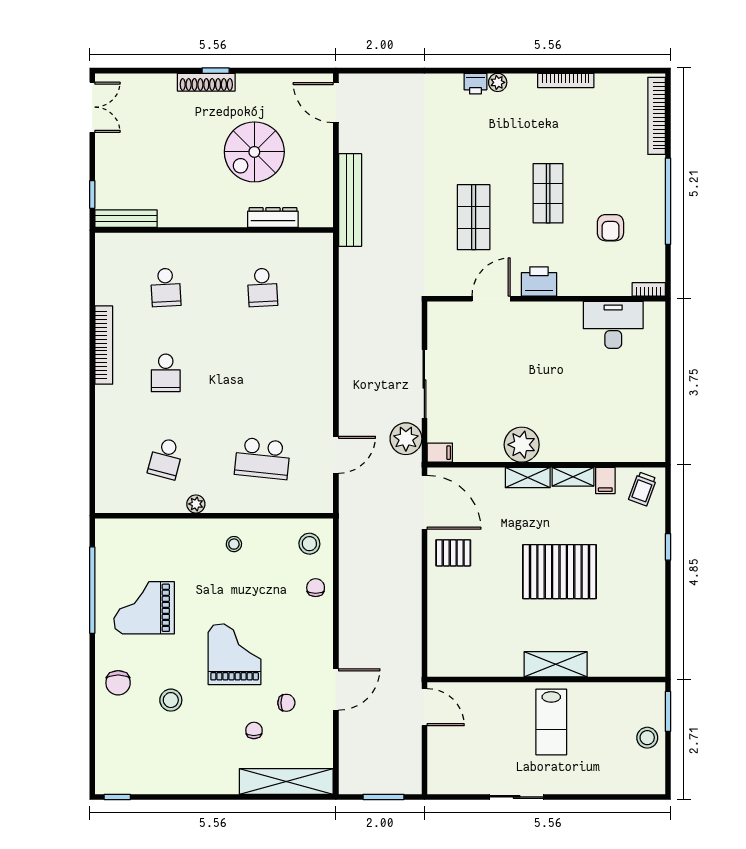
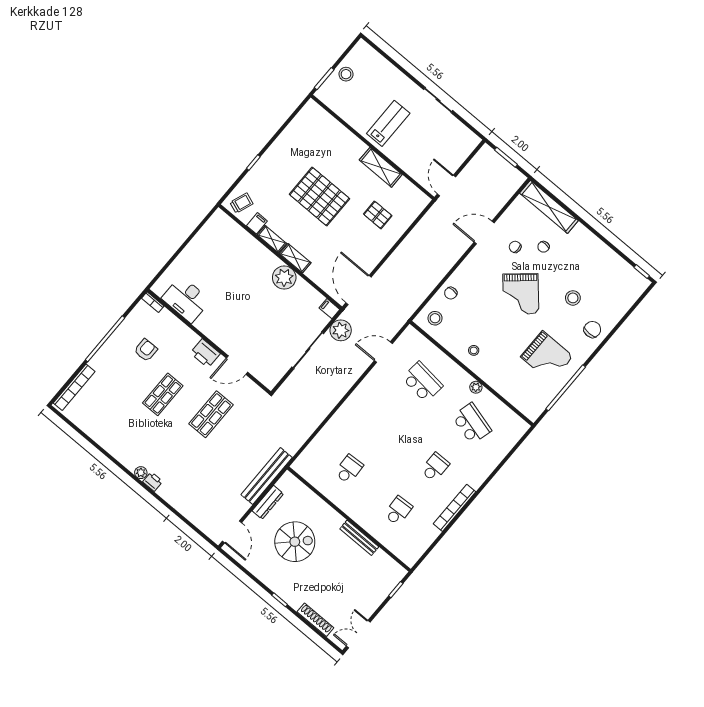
bookcase: (566, 80) -> (105, 444), removed
shoe rack: (206, 82) -> (315, 620), moved
dresser: (273, 218) -> (268, 502), moved, turned -90
bench: (126, 219) -> (359, 538), moved
school desk: (166, 458) -> (472, 423), width x1.85
pallet: (453, 553) -> (378, 215), moved
grand piano: (235, 654) -> (521, 294), turned -41
shelving: (556, 664) -> (381, 167), moved

